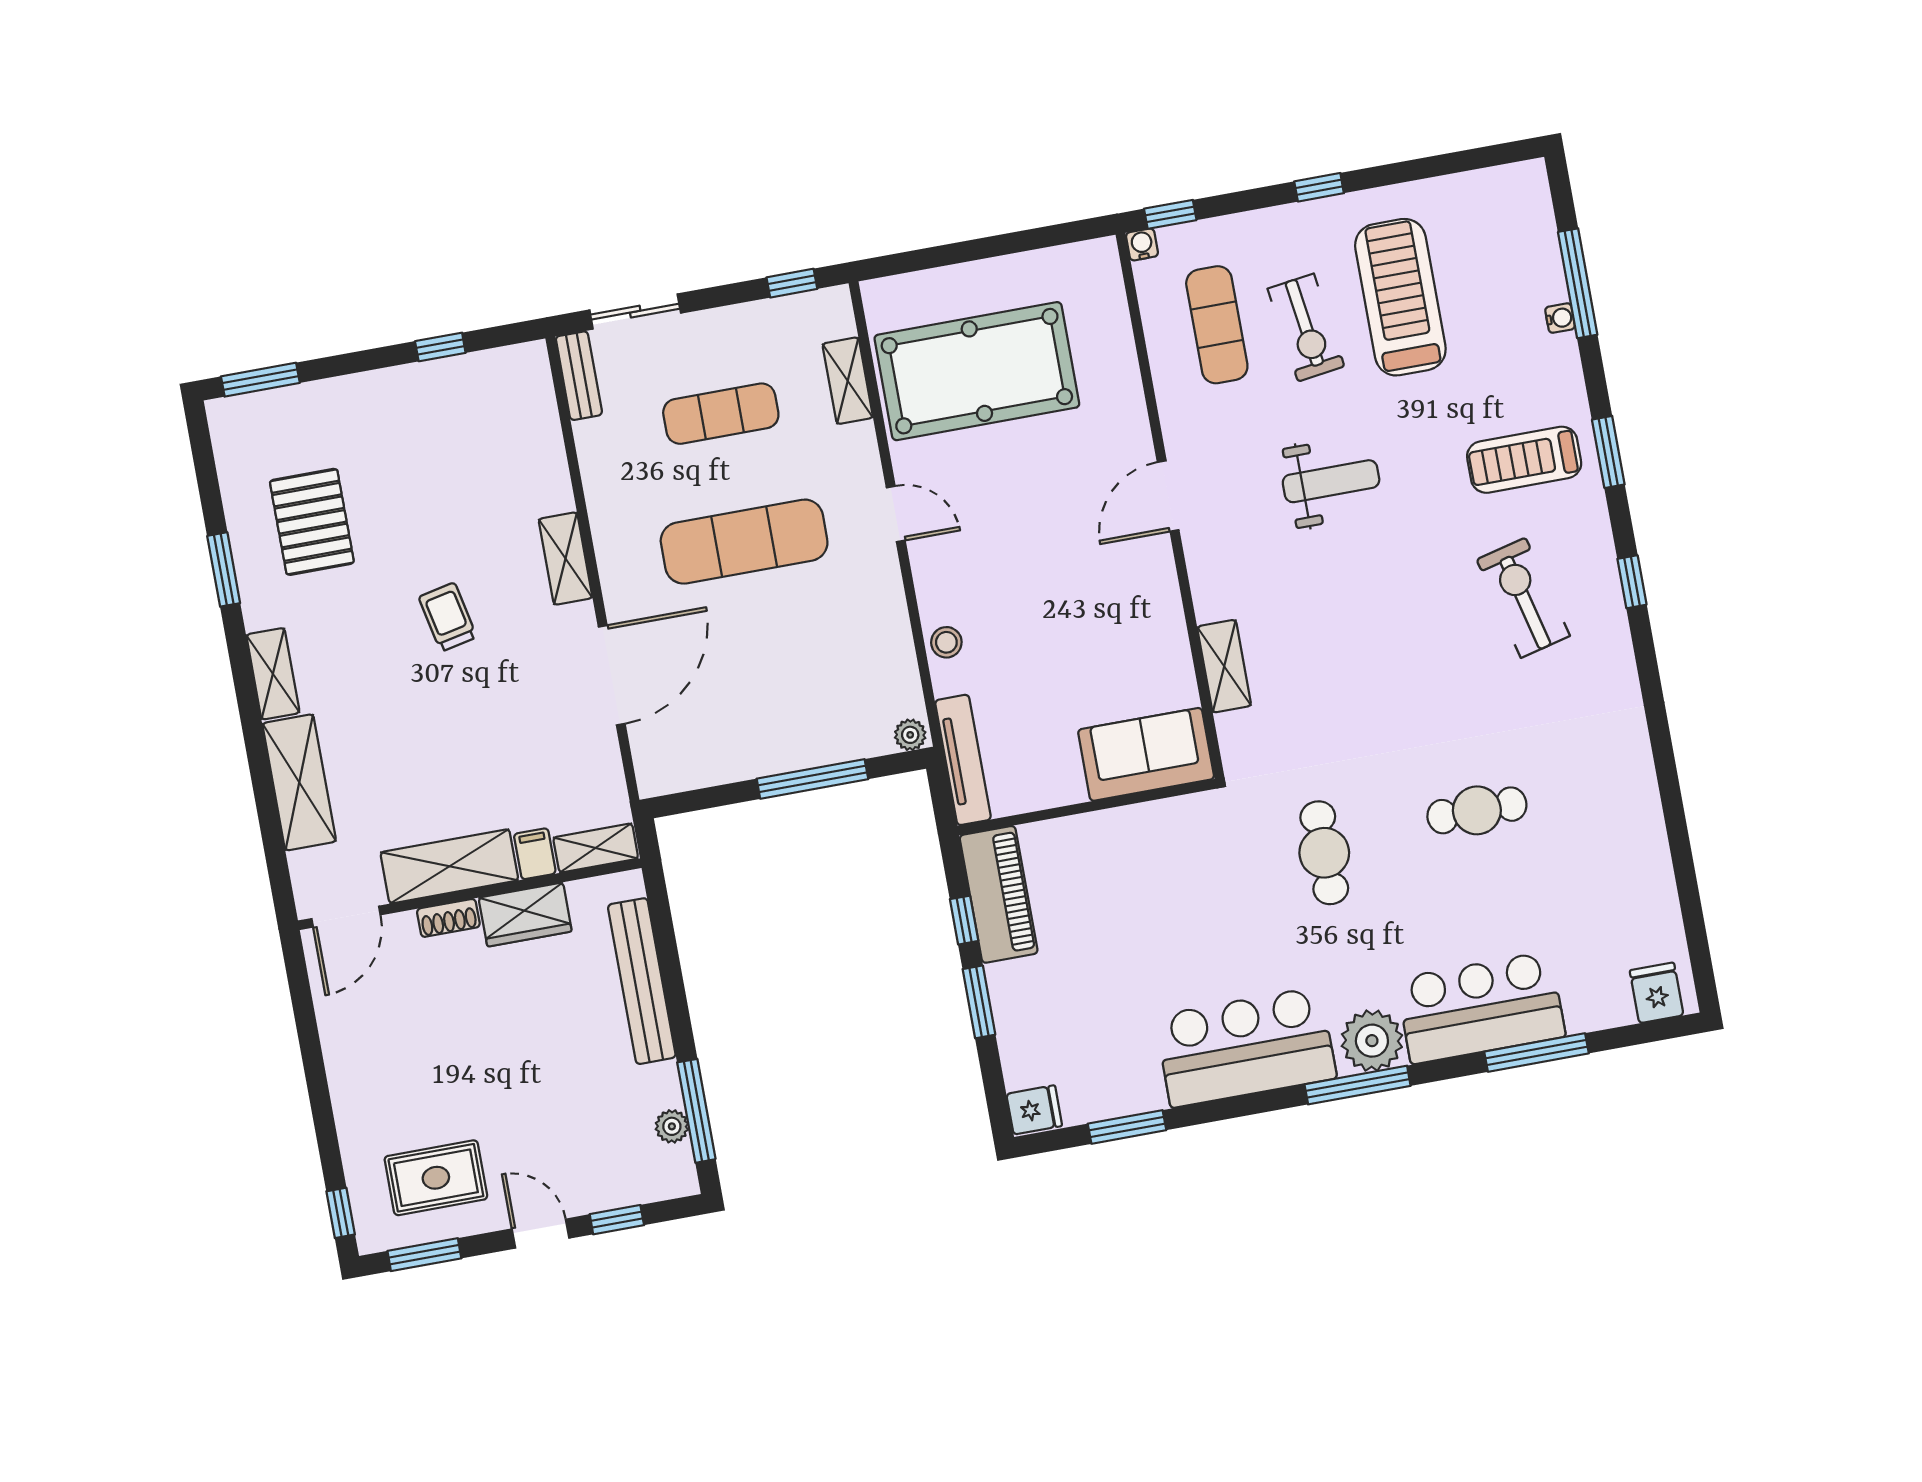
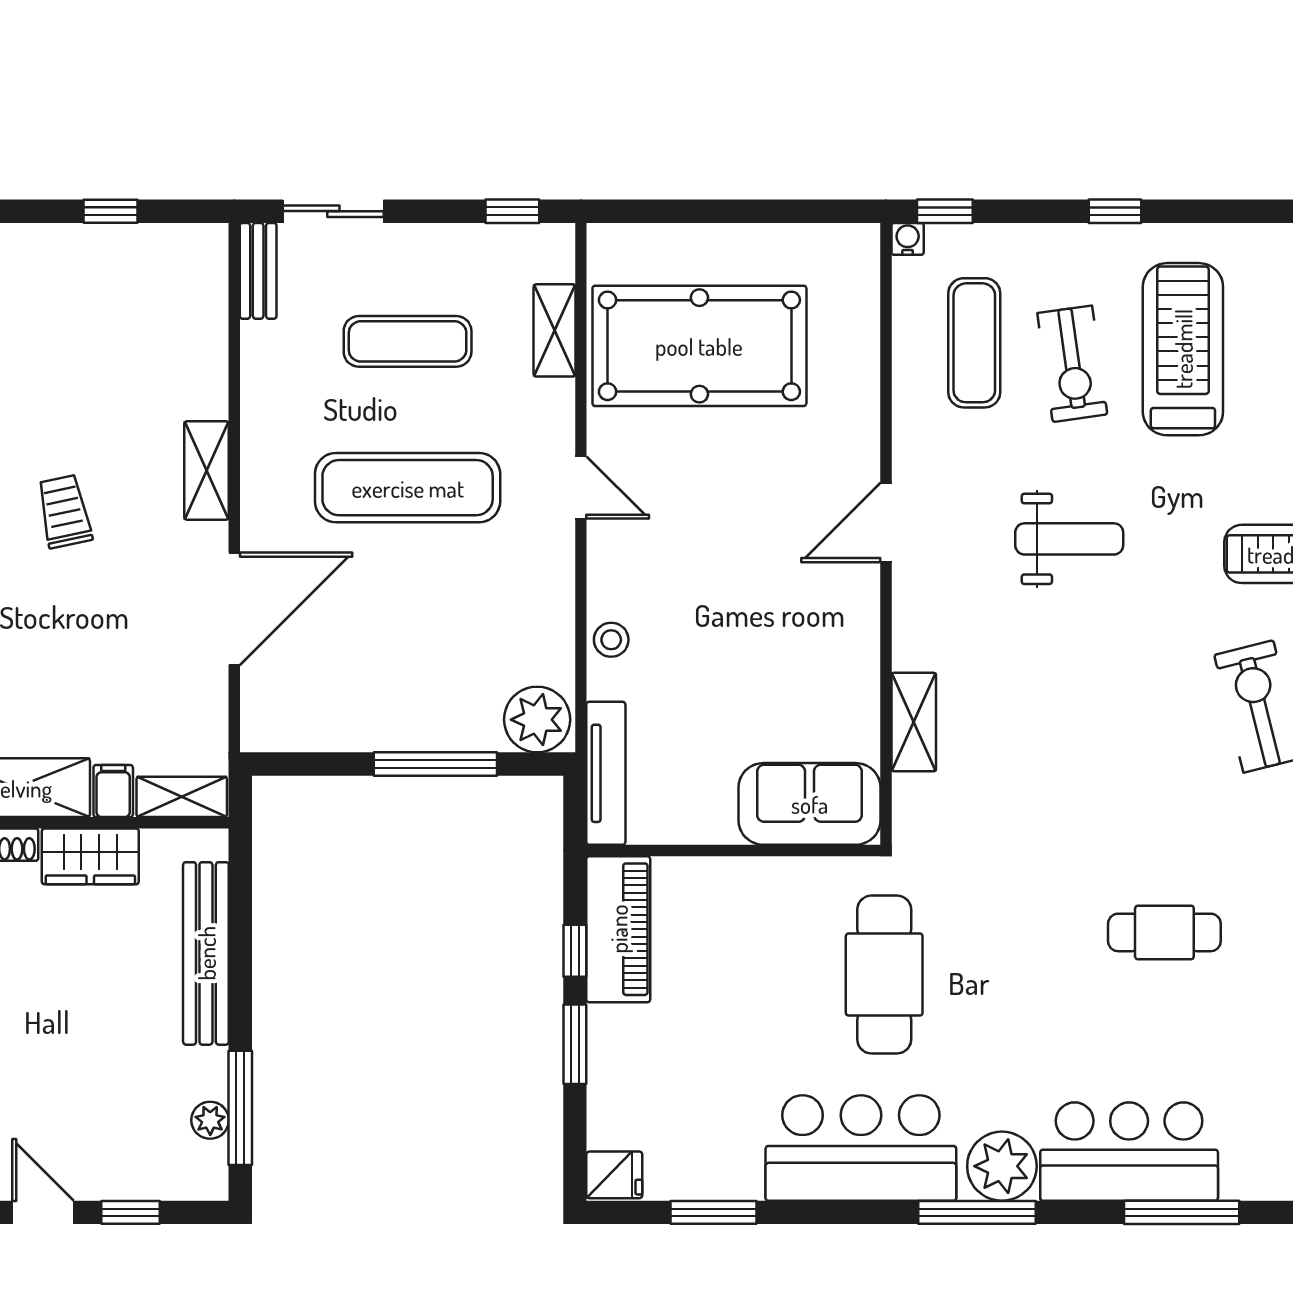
plant: (910, 735) -> (537, 720), width x1.88, depth x1.88
cafe table: (1324, 853) -> (884, 975), moved, width x1.37, depth x1.35

